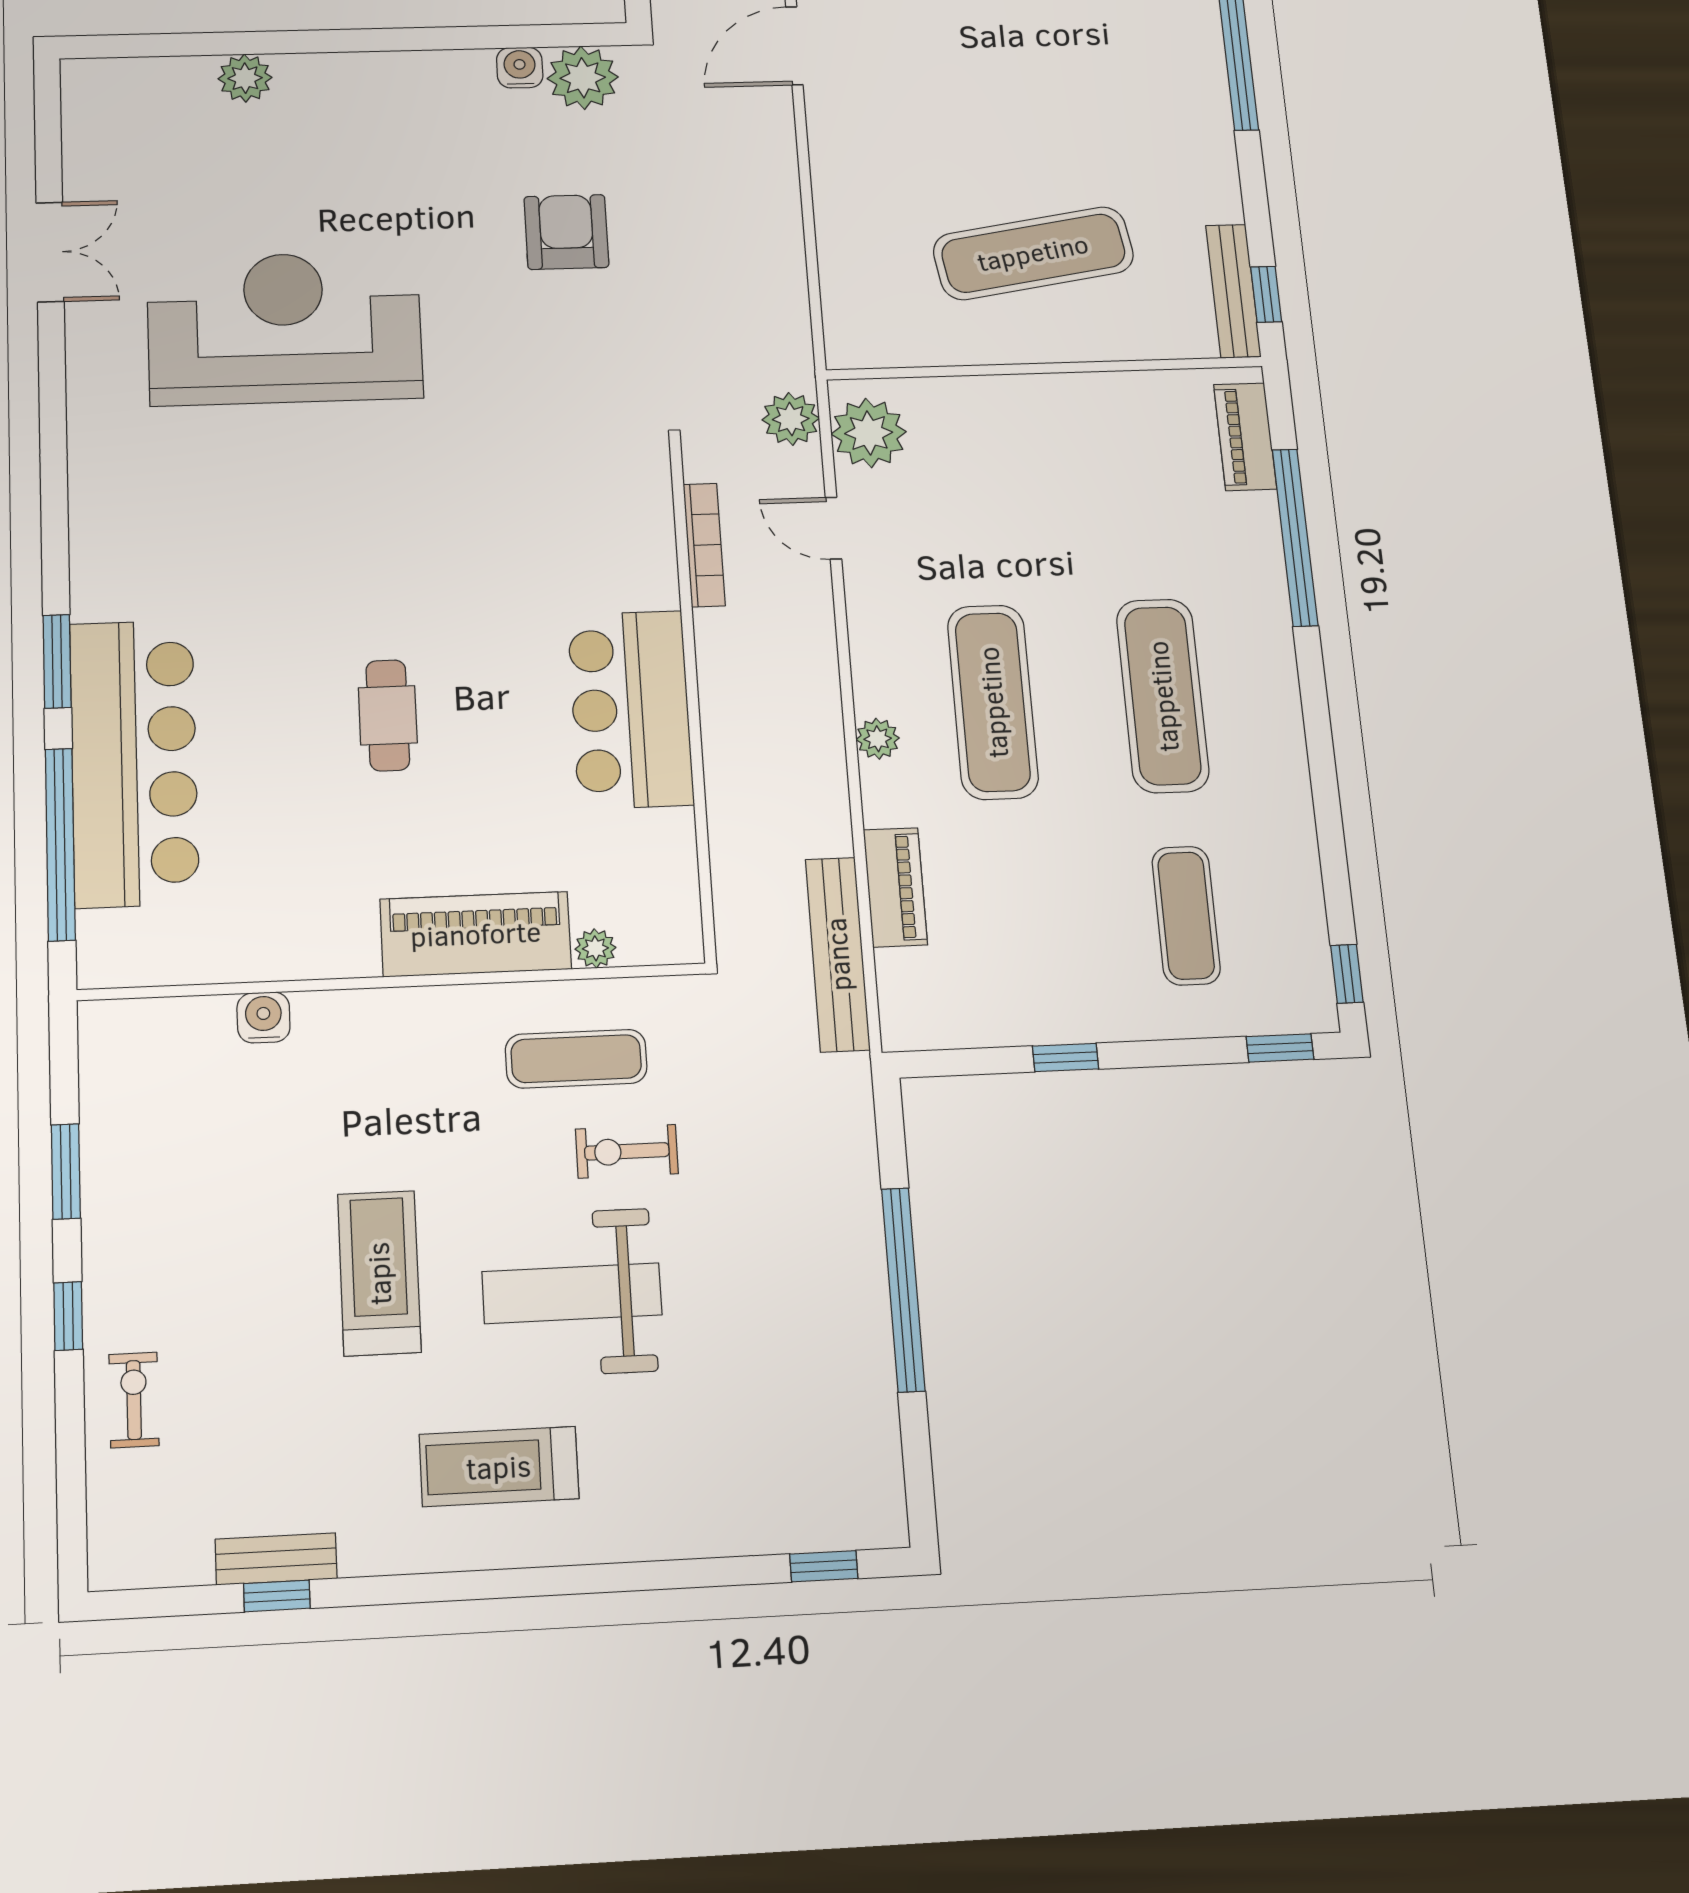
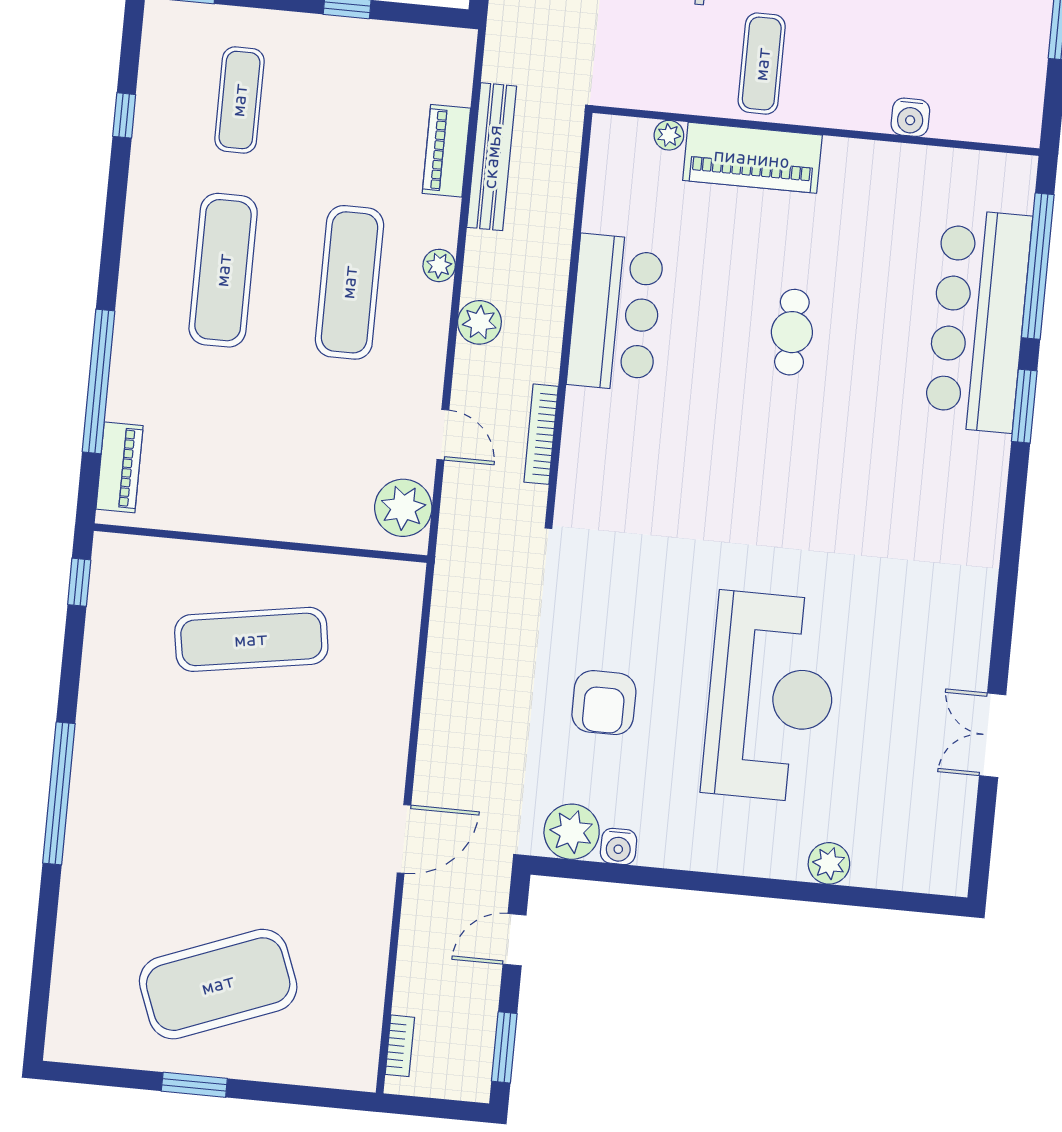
bench: (1233, 291) -> (104, 588), removed
reception desk: (284, 328) -> (771, 697), moved, turned -90
plant: (791, 419) -> (479, 322), moved
bench: (838, 954) -> (492, 157), moved
window: (1347, 974) -> (124, 115), moved
exercise mat: (576, 1059) -> (762, 64), moved, turned 90

